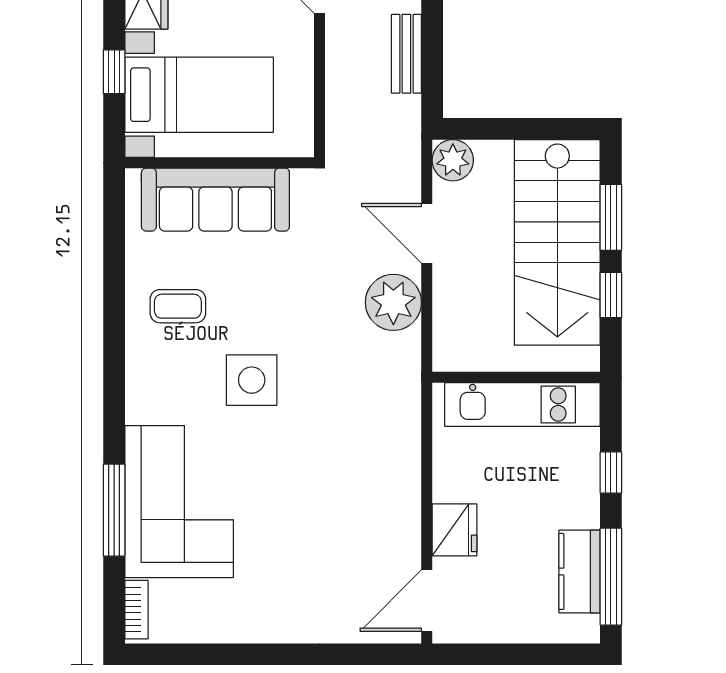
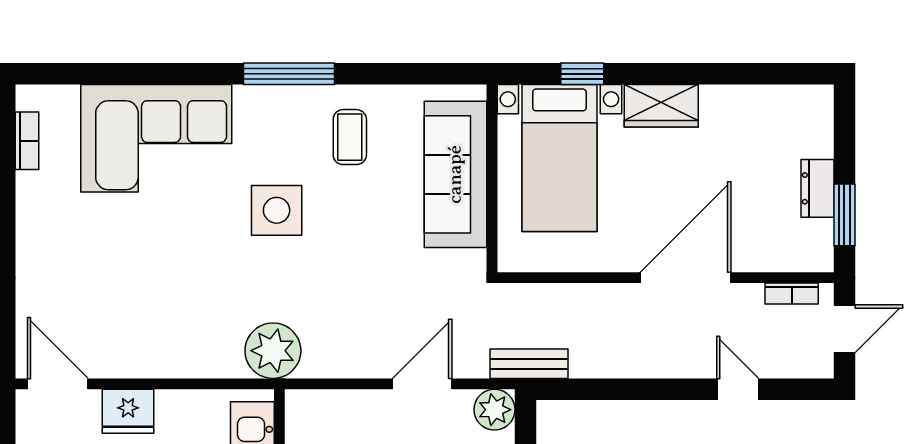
bench: (406, 54) -> (529, 364), moved
plant: (393, 302) -> (273, 351), moved
window: (114, 510) -> (289, 74), moved
bookcase: (136, 610) -> (27, 141), moved, turned -90

